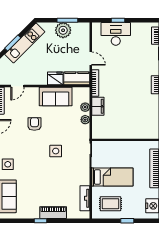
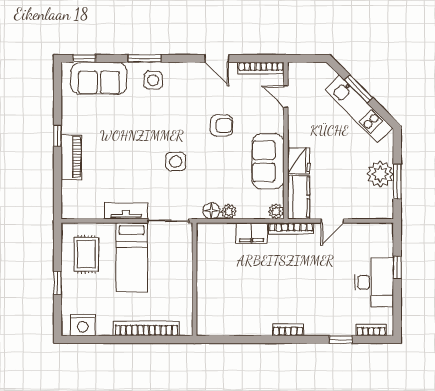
desk: (116, 34) -> (374, 282), moved
plant: (85, 107) -> (276, 211), moved
floor lamp: (85, 130) -> (211, 211), added
tv unit: (85, 198) -> (126, 211), moved

